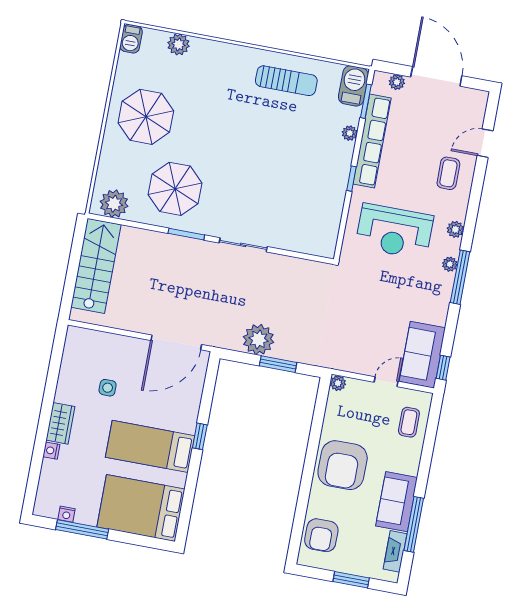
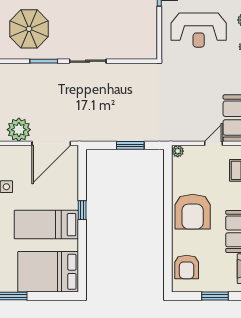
plant: (258, 339) -> (19, 130), moved

